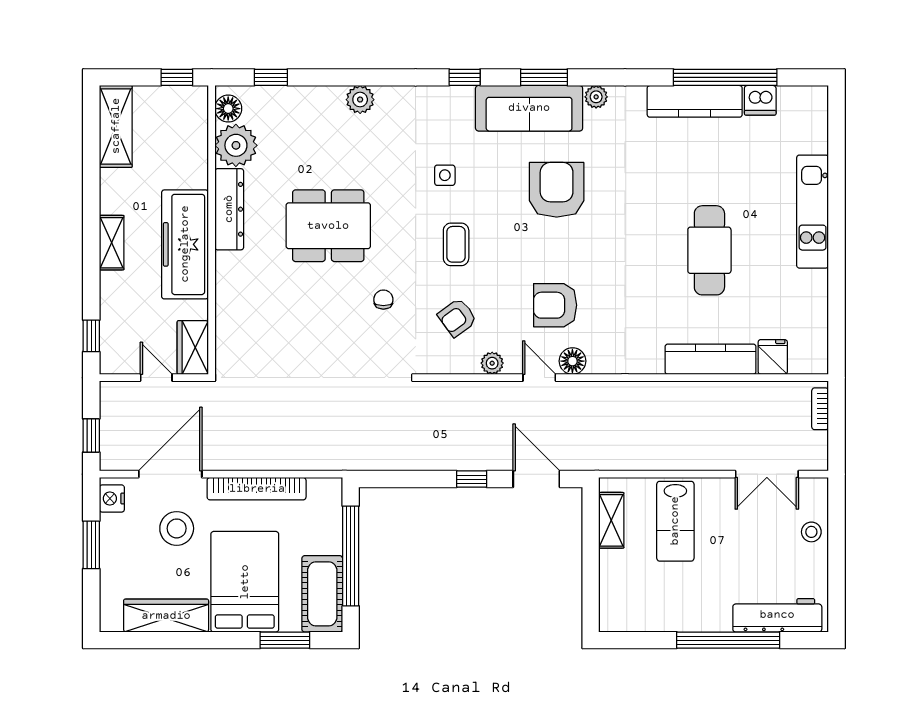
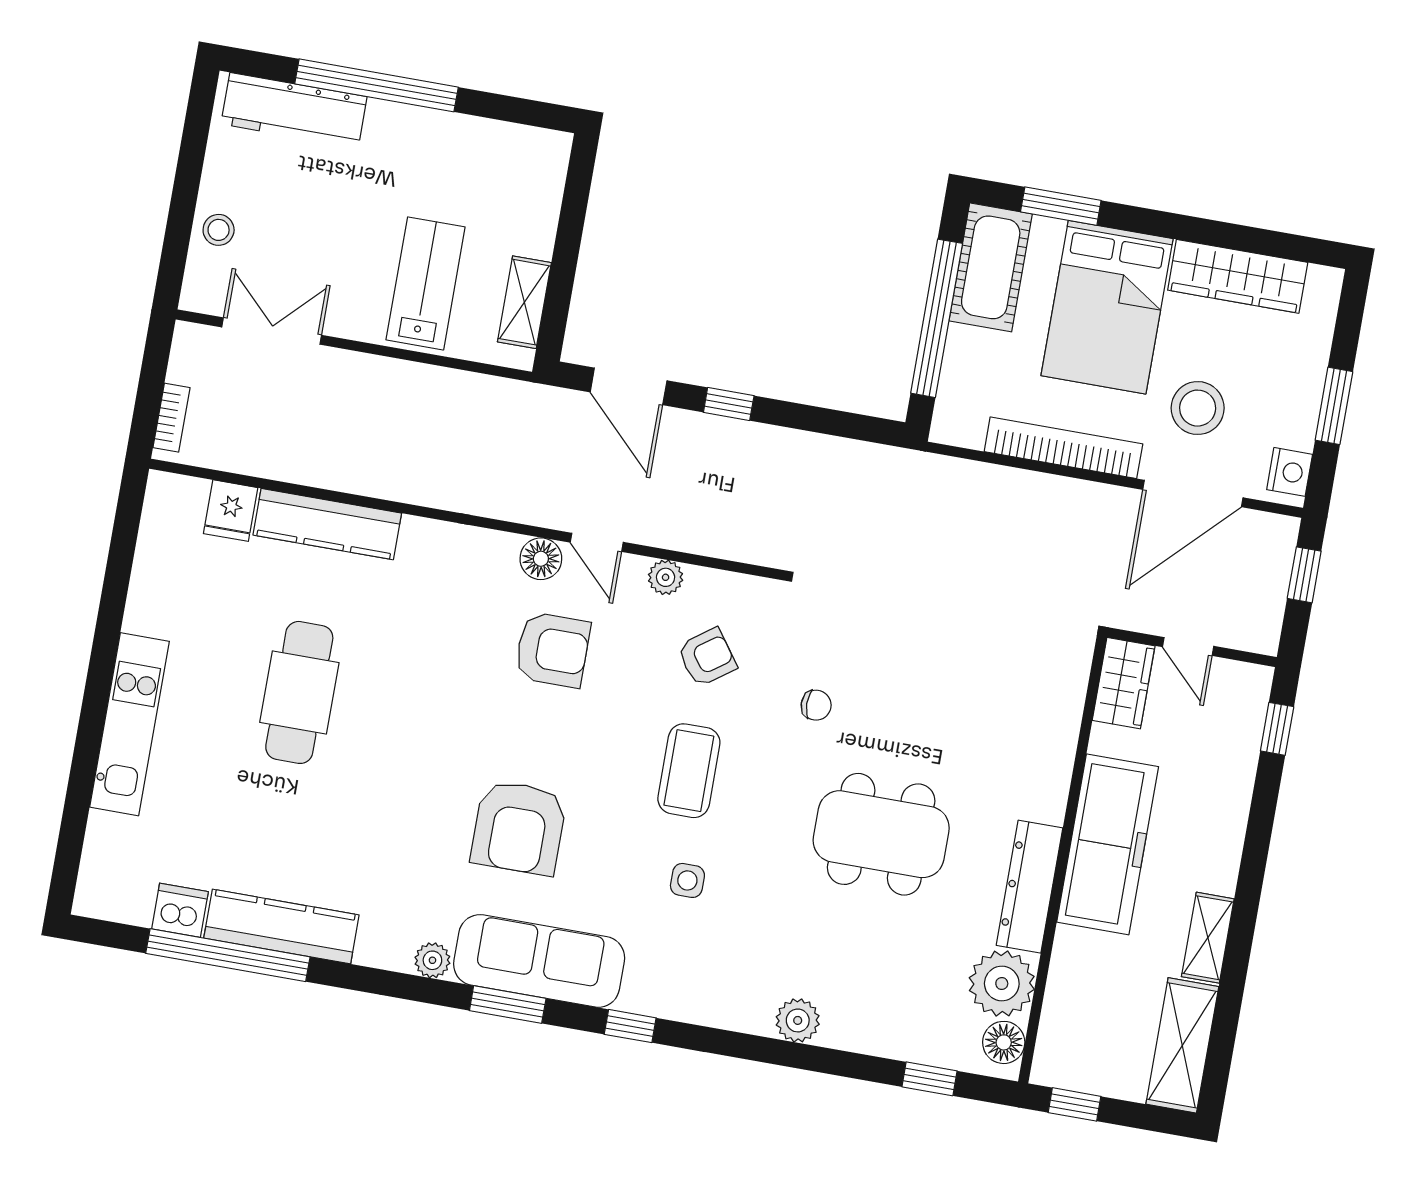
shelving: (112, 243) -> (1208, 938), moved
coffee table: (456, 244) -> (689, 771), width x1.36, depth x1.30
chair: (383, 300) -> (816, 705), turned -91

